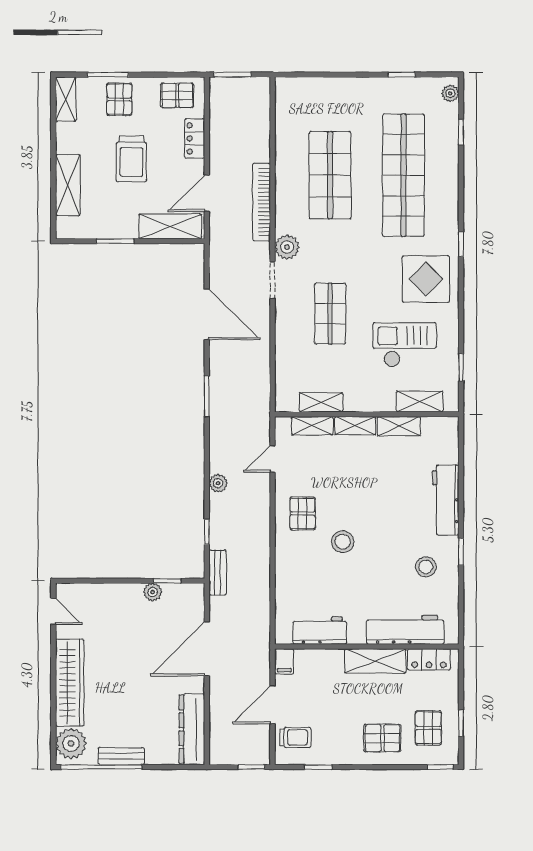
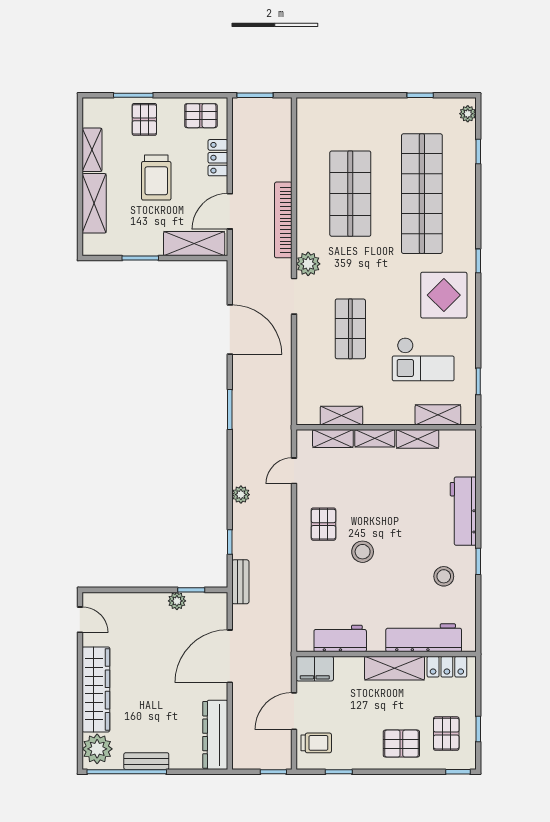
shelving: (66, 99) -> (92, 150), moved
checkout: (405, 345) -> (423, 359), turned 180
filing cabinet: (284, 661) -> (315, 669), width x2.00

